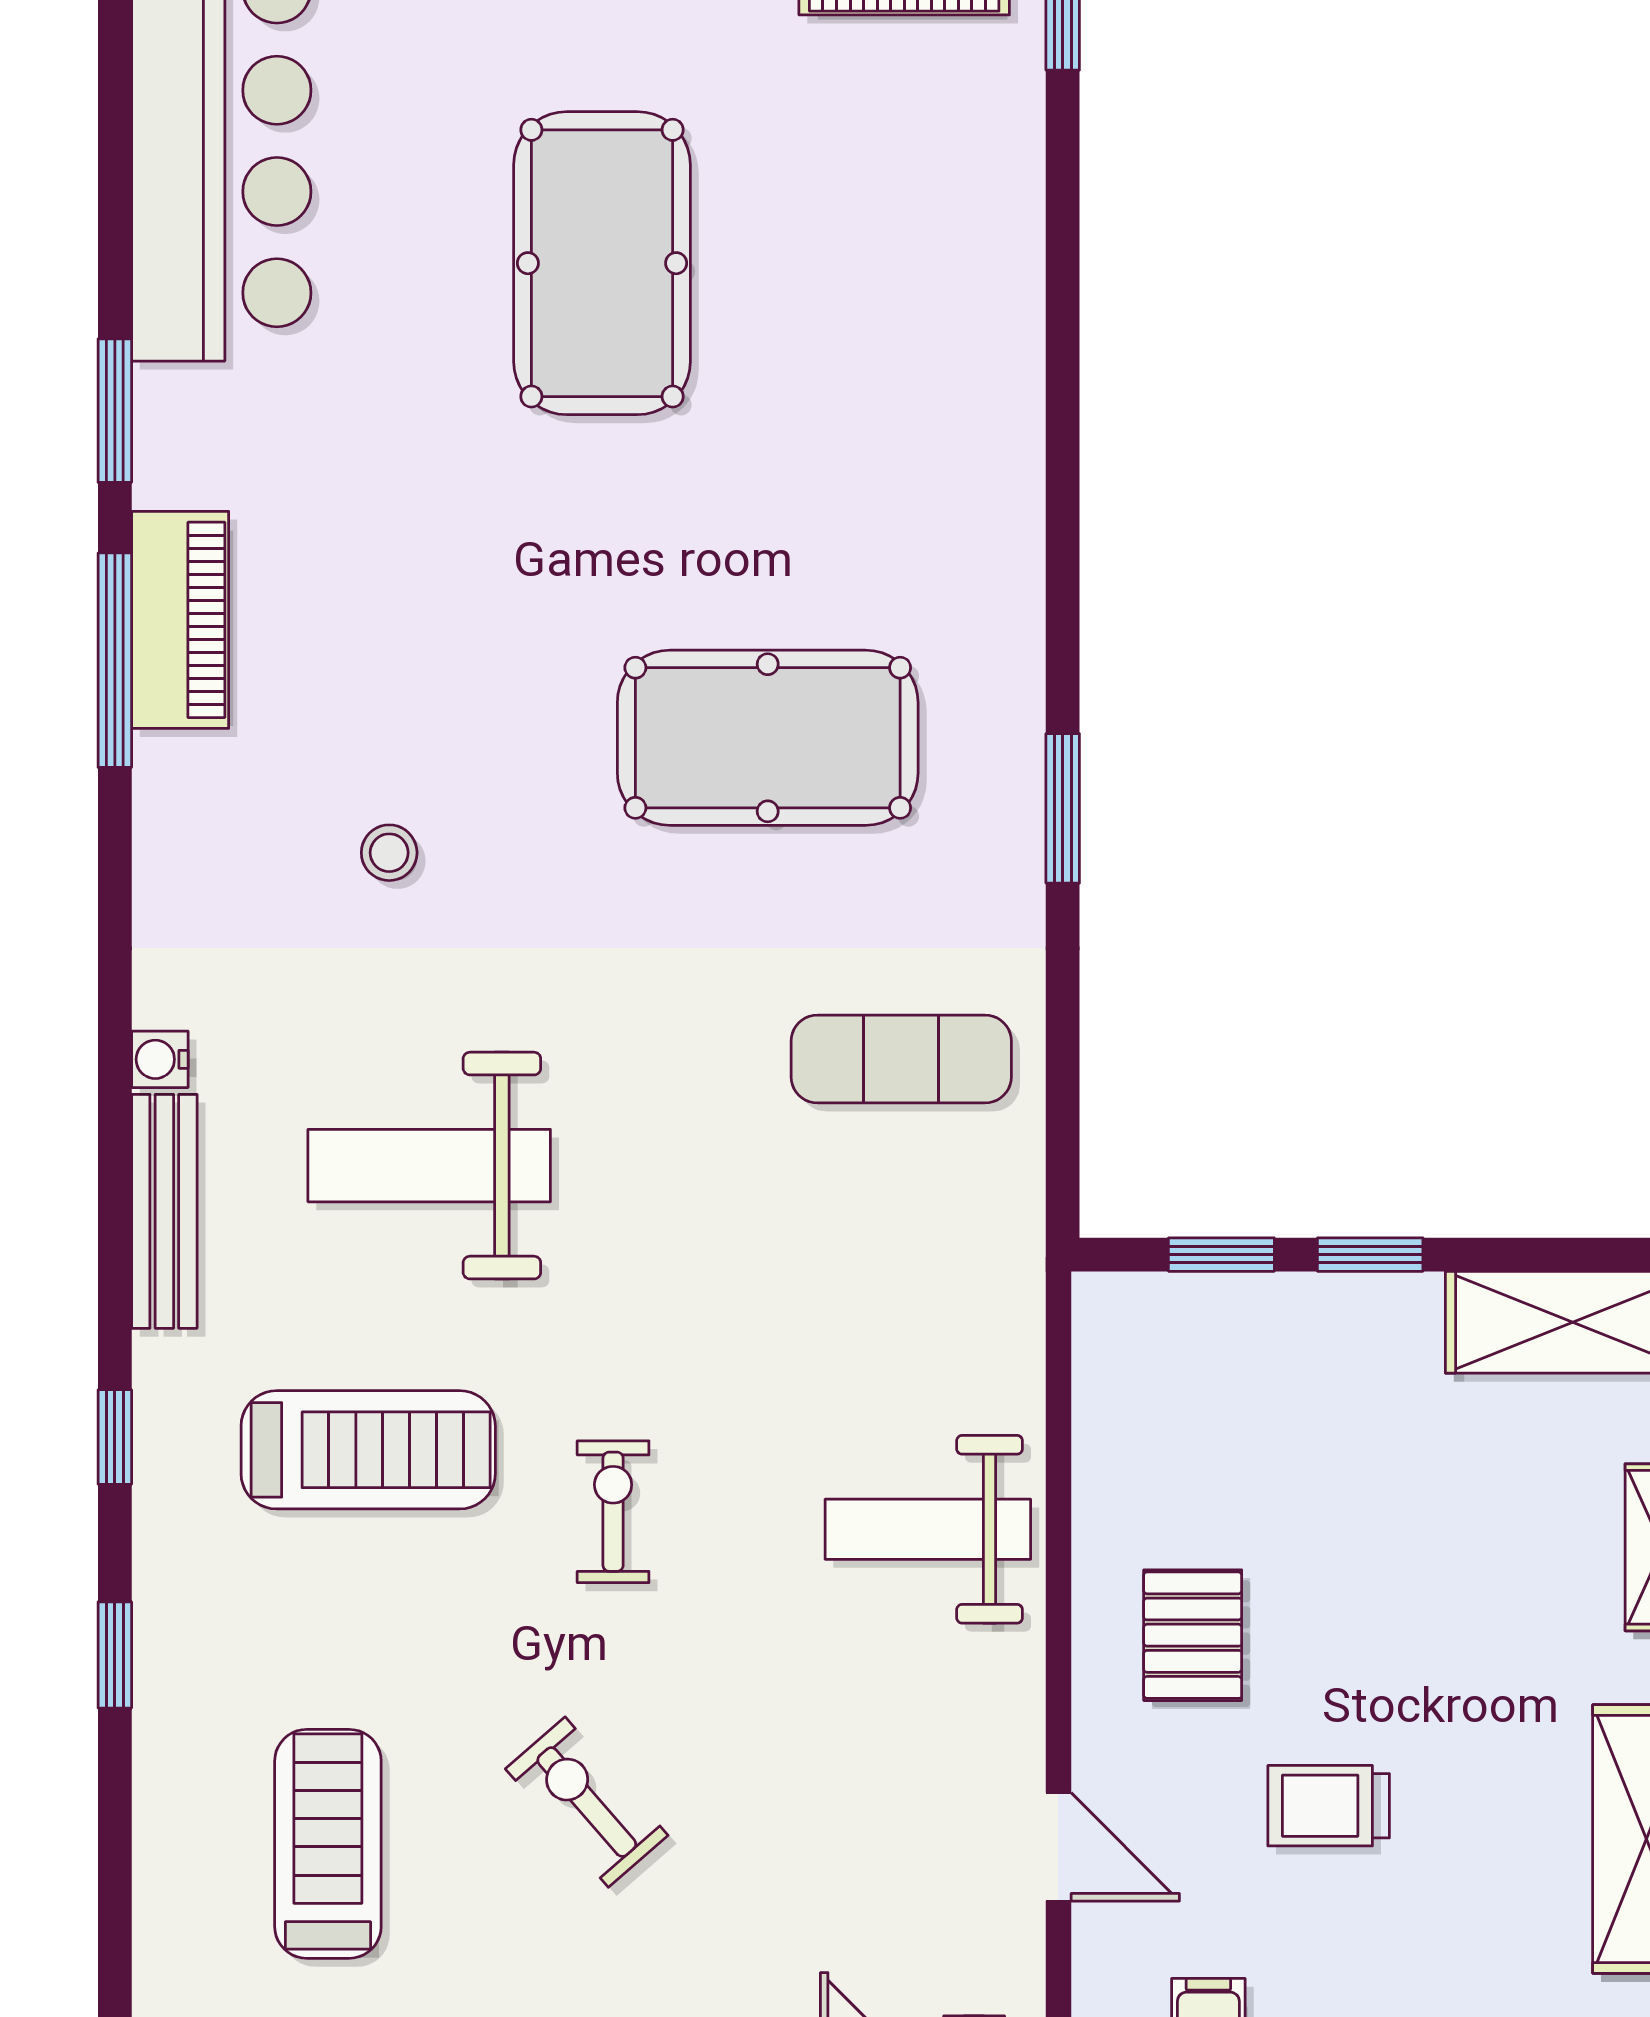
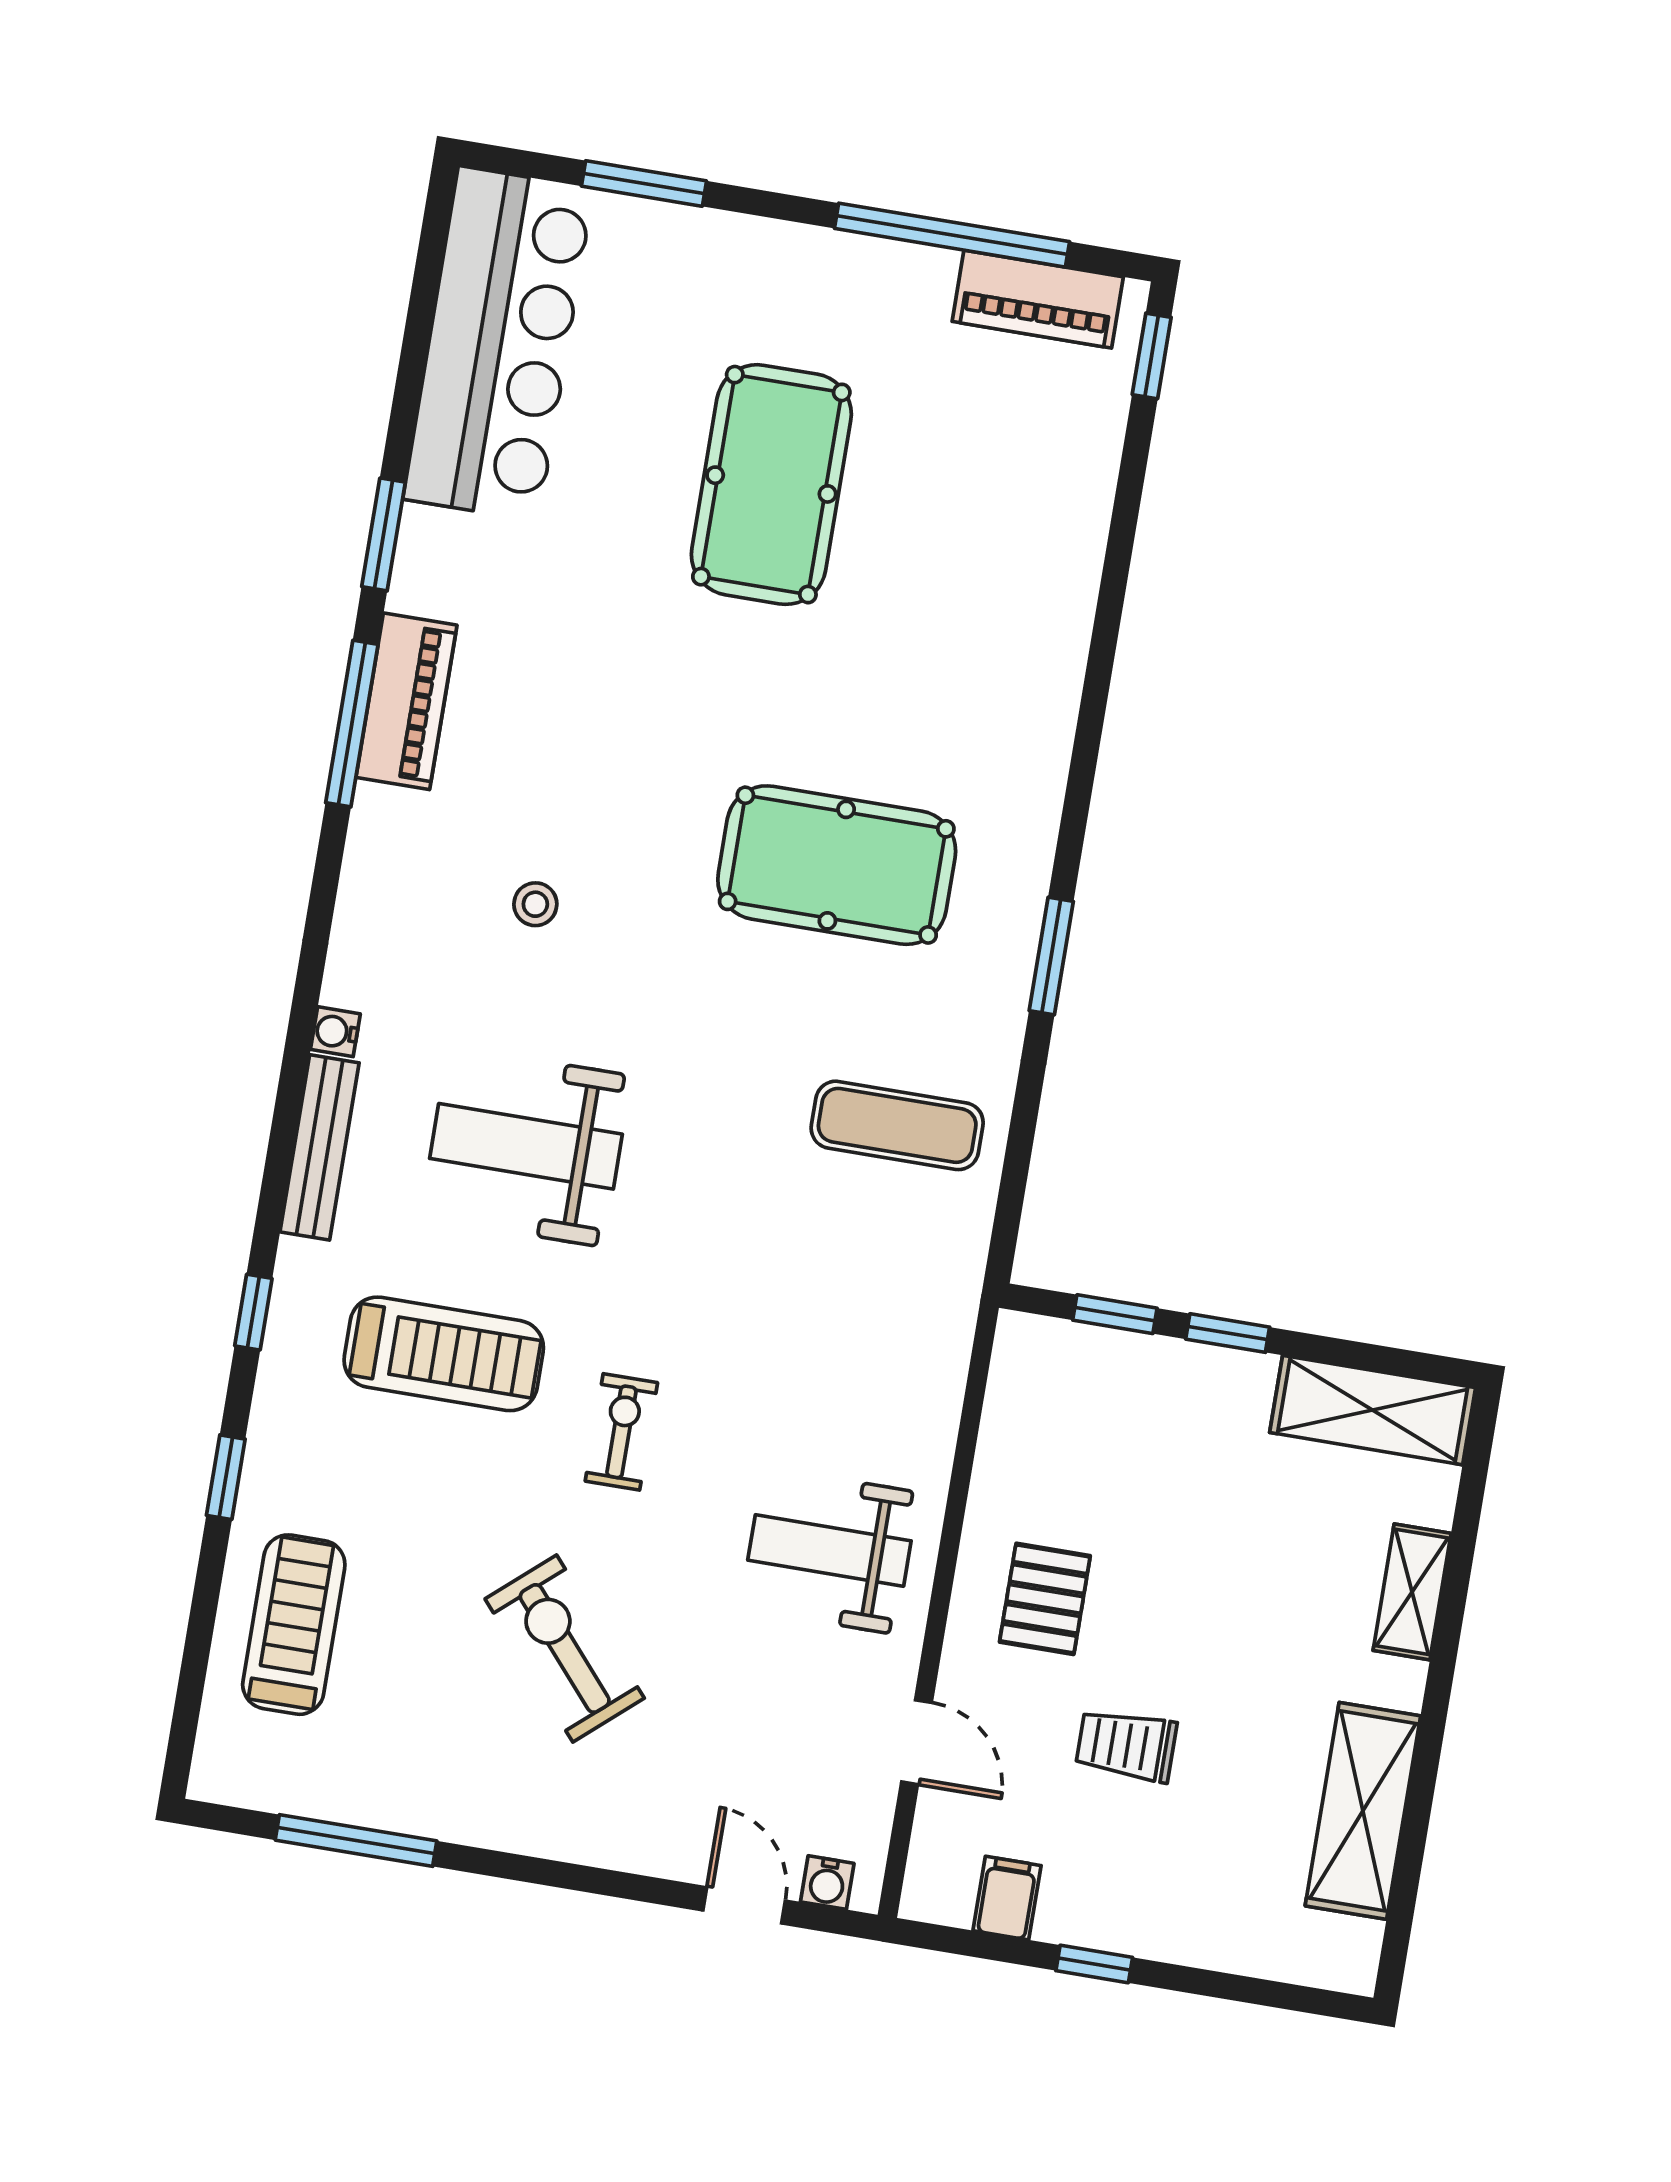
weight bench: (928, 1529) -> (829, 1550), moved
exercise bike: (587, 1802) -> (565, 1648), width x1.38, depth x1.39
treadmill: (328, 1844) -> (294, 1625), moved

